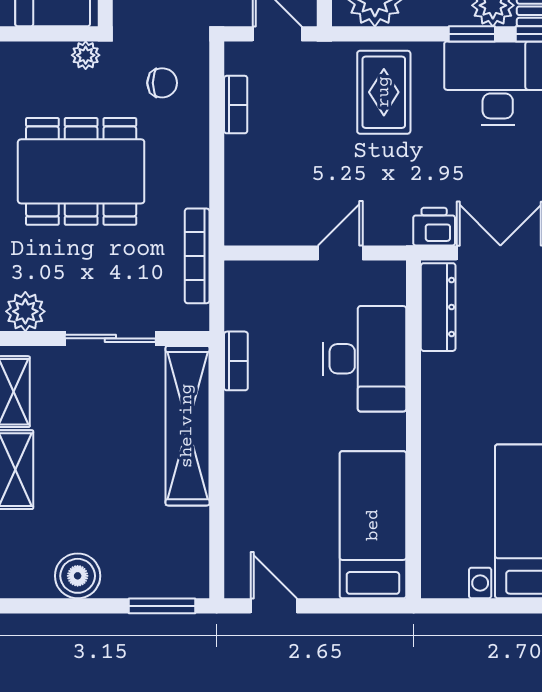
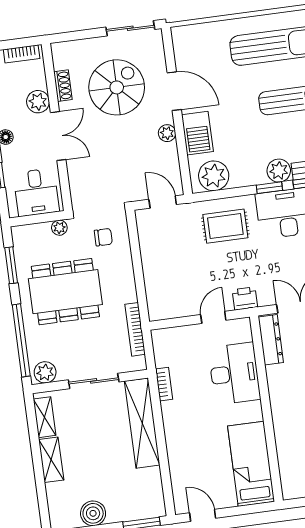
rug: (384, 92) -> (225, 226), turned 90
bookcase: (236, 105) -> (145, 244), removed
printer: (434, 227) -> (245, 298), moved

